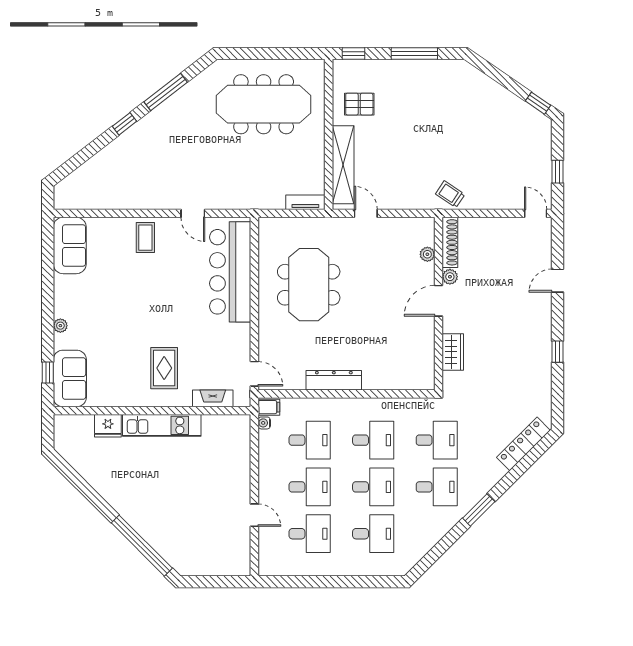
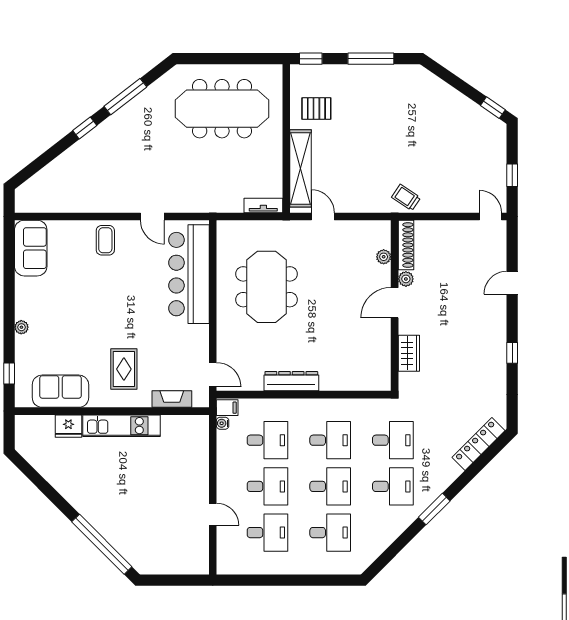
sofa: (70, 378) -> (60, 391), moved, turned -90

